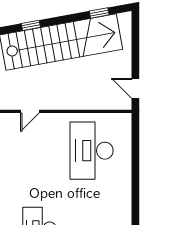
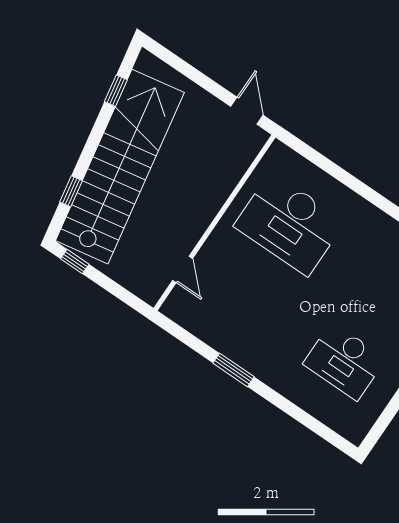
door: (135, 88) -> (247, 111), swing flipped

